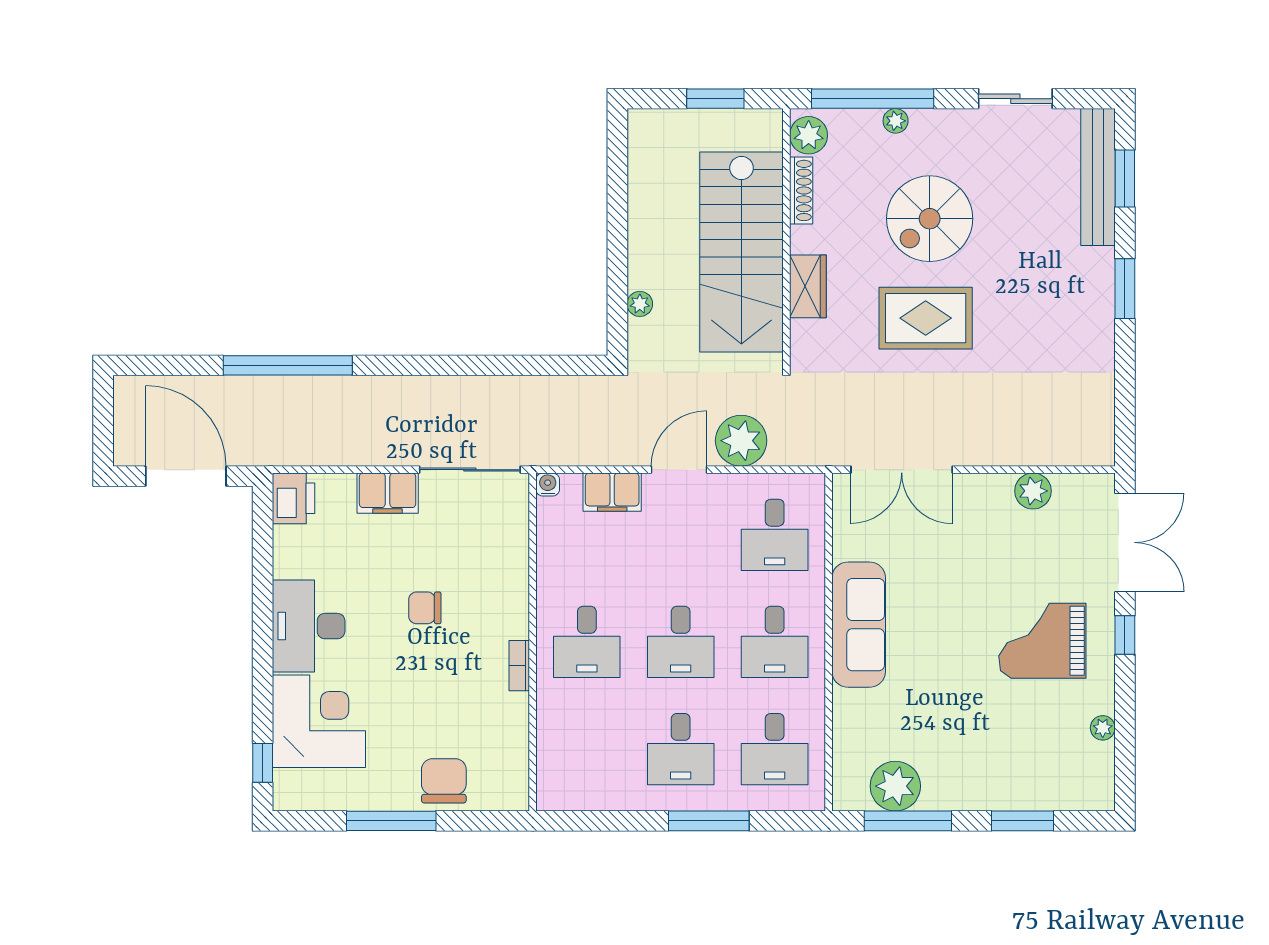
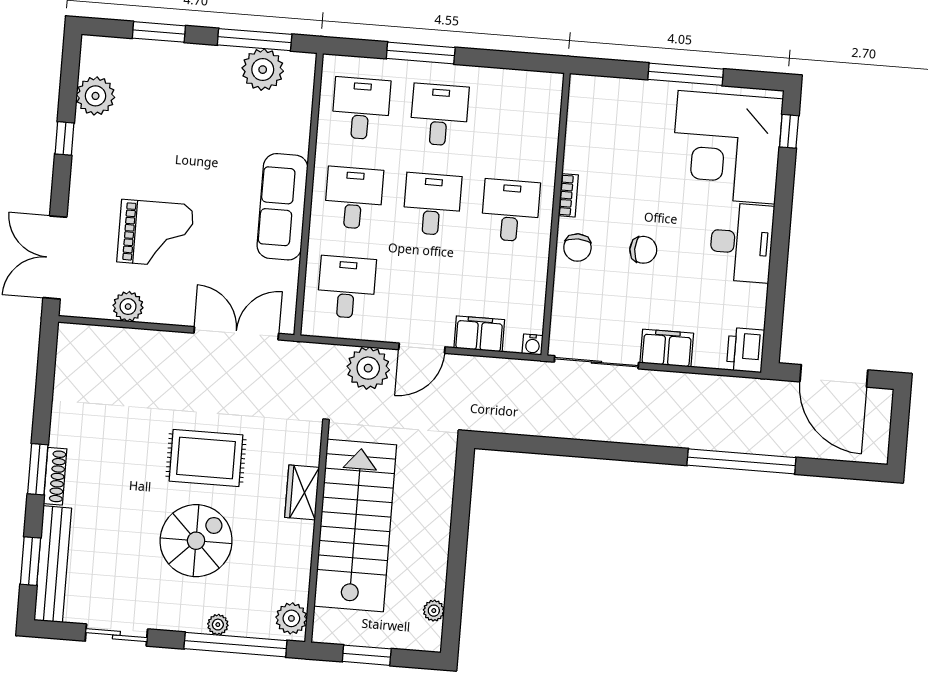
shoe rack: (801, 190) -> (55, 476), moved, turned 180
plant: (640, 304) -> (434, 611), moved
window: (1125, 635) -> (64, 138), moved
grand piano: (1042, 641) -> (155, 234), moved
corner desk: (319, 721) -> (727, 147), width x1.36, depth x1.36
plant: (1103, 728) -> (95, 96), width x1.87, depth x1.87
chair: (444, 781) -> (577, 248), moved, width x0.73, depth x0.73

